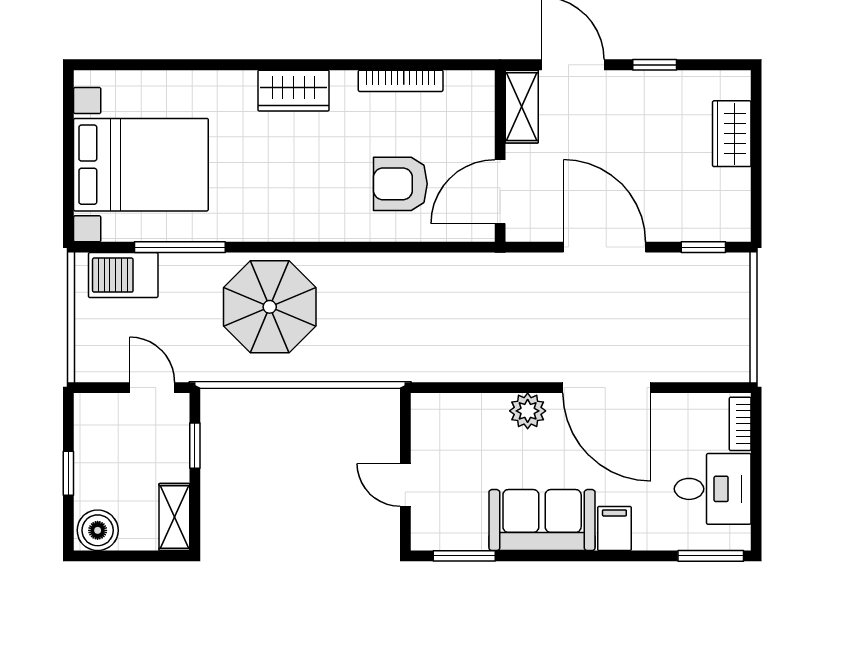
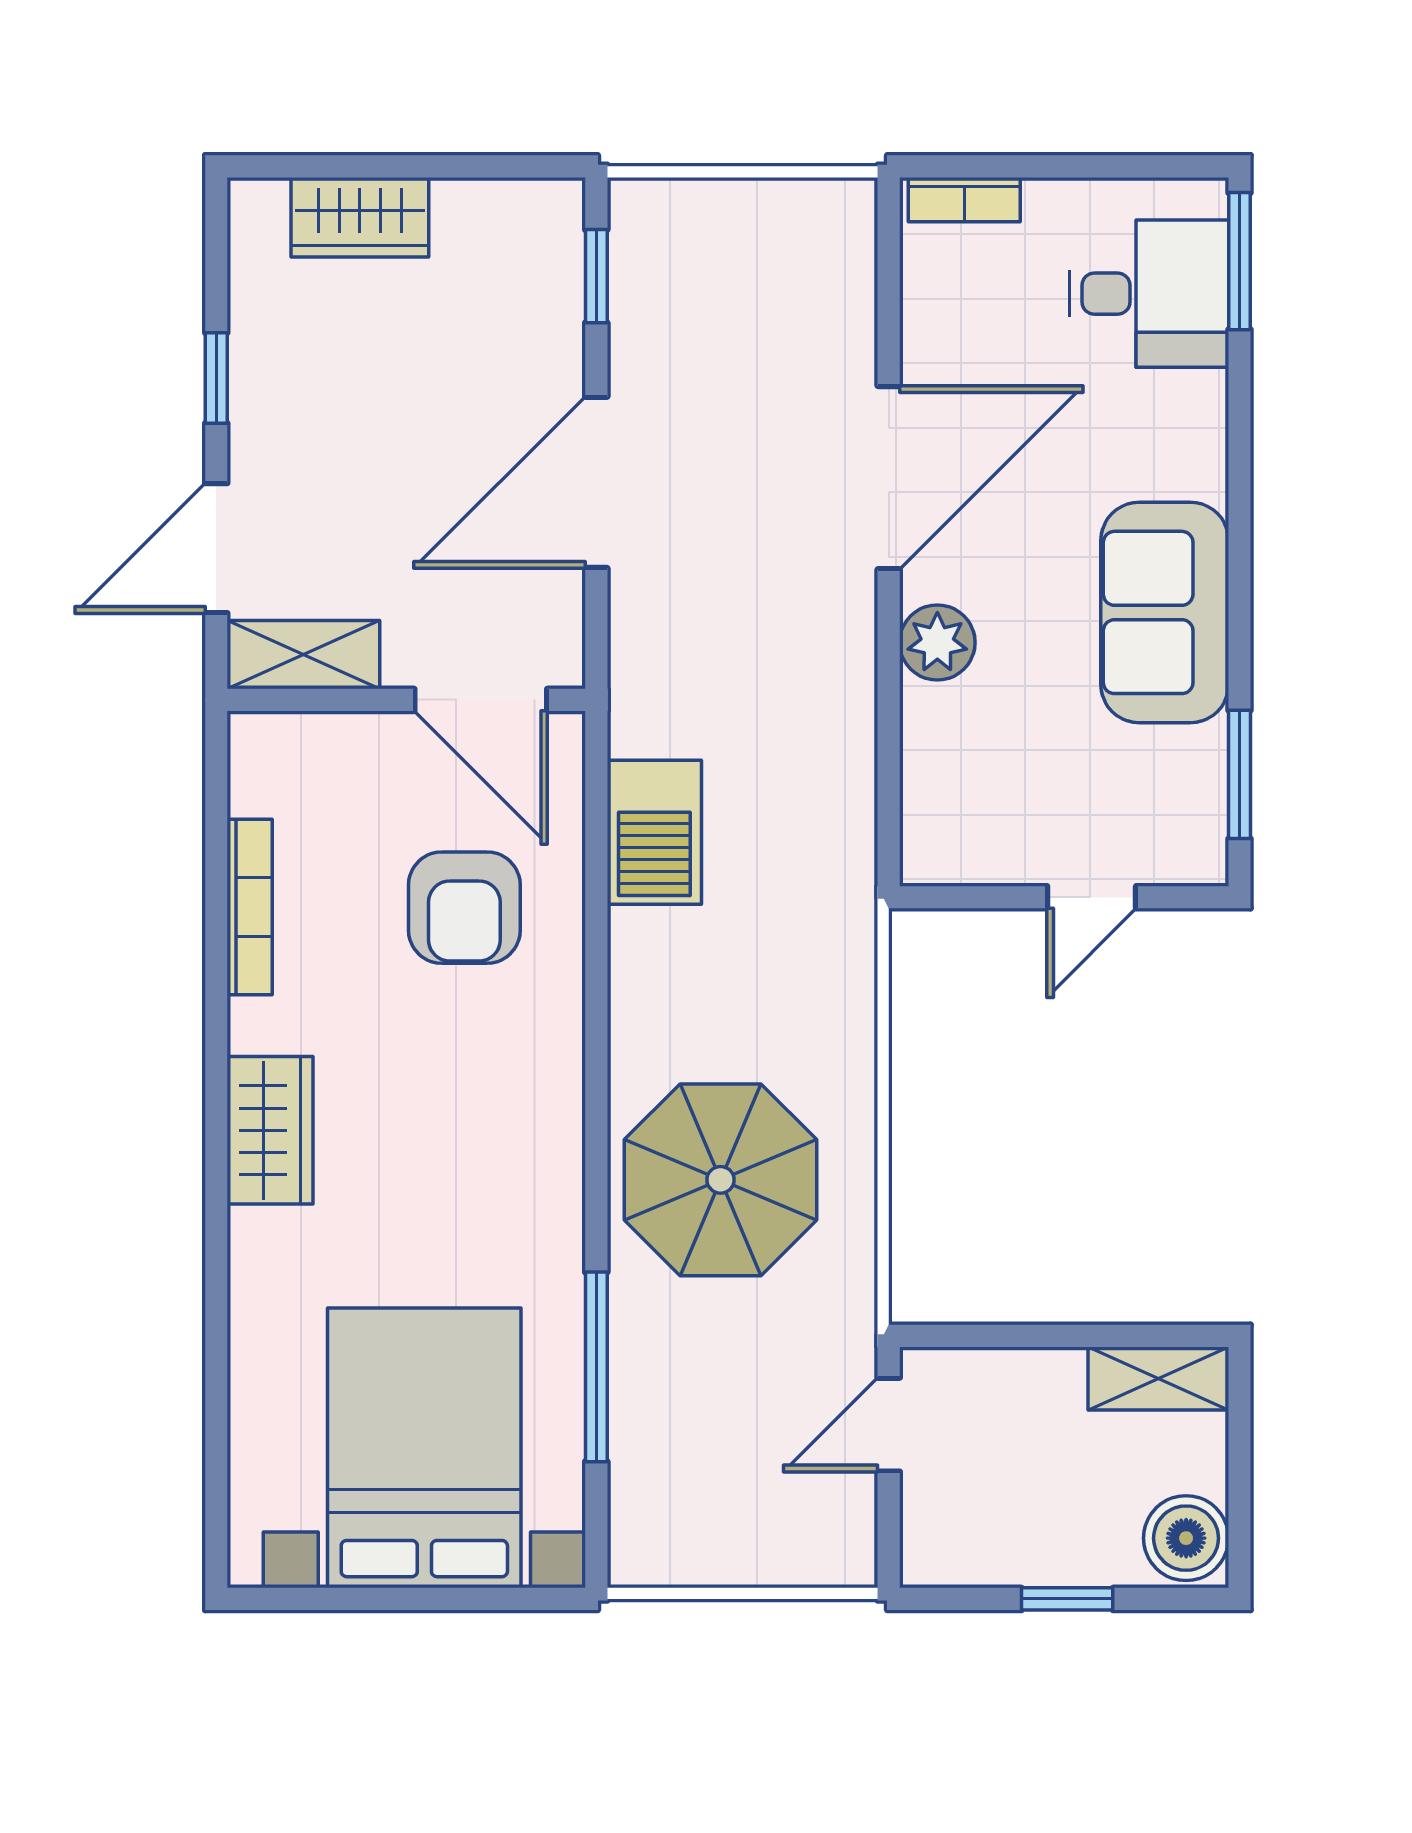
barbecue: (123, 275) -> (654, 832), moved
window: (195, 446) -> (1010, 1336), removed
desk: (713, 489) -> (1149, 294), moved, turned 90
filing cabinet: (614, 528) -> (1182, 462), removed

